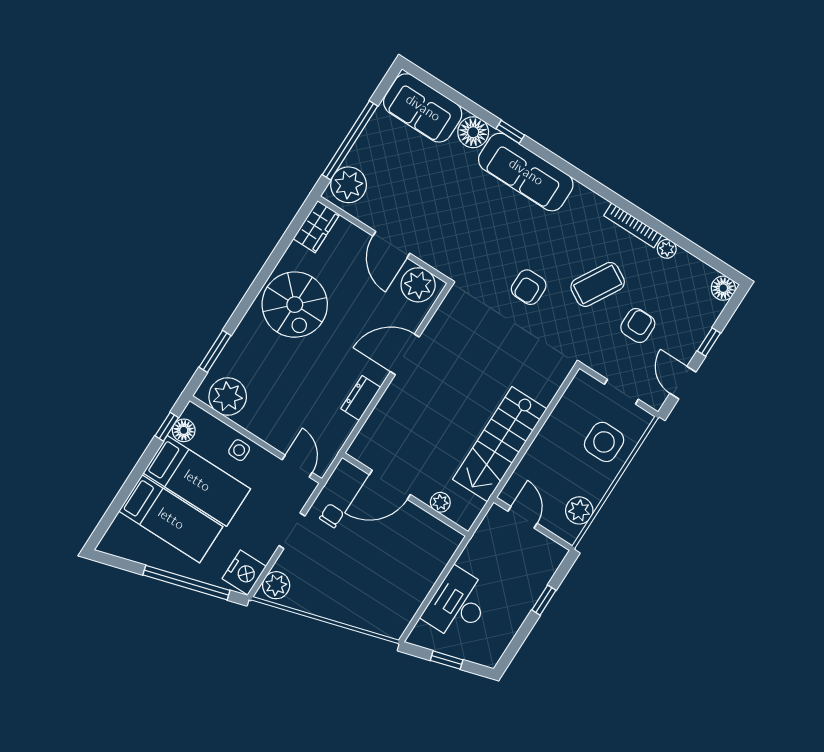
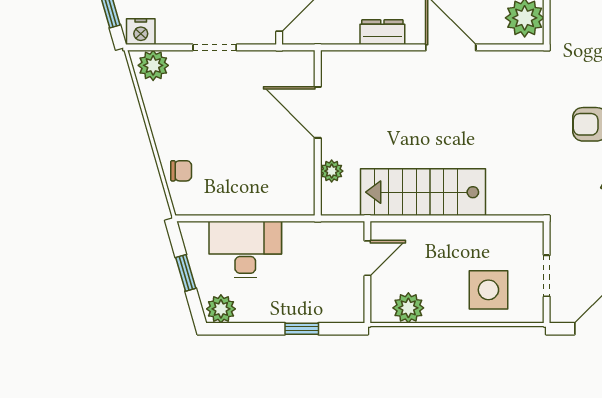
chair: (332, 516) -> (181, 171), moved
nightstand: (244, 572) -> (141, 32), width x0.74, depth x0.75
plant: (490, 651) -> (221, 309), added

